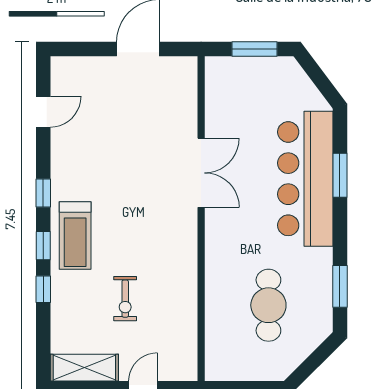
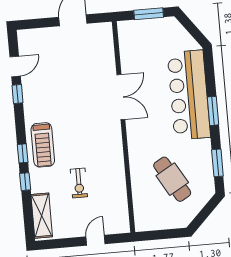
window: (340, 175) -> (213, 111), moved
window: (43, 193) -> (17, 94), moved
cafe table: (268, 305) -> (172, 179), turned -30
shelving: (84, 368) -> (42, 216), moved, turned 90

